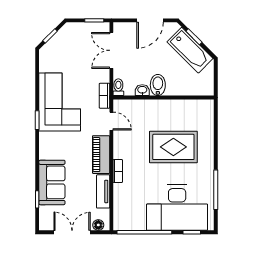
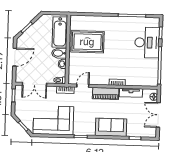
door: (150, 20) -> (15, 57), hinge flipped
bathtub: (190, 50) -> (60, 32), moved, turned 135
corner sofa: (60, 102) -> (53, 120), moved
rug: (173, 147) -> (87, 42), moved, turned 90
sofa: (52, 182) -> (111, 127), moved
desk: (177, 208) -> (147, 43), width x0.73, depth x0.77

